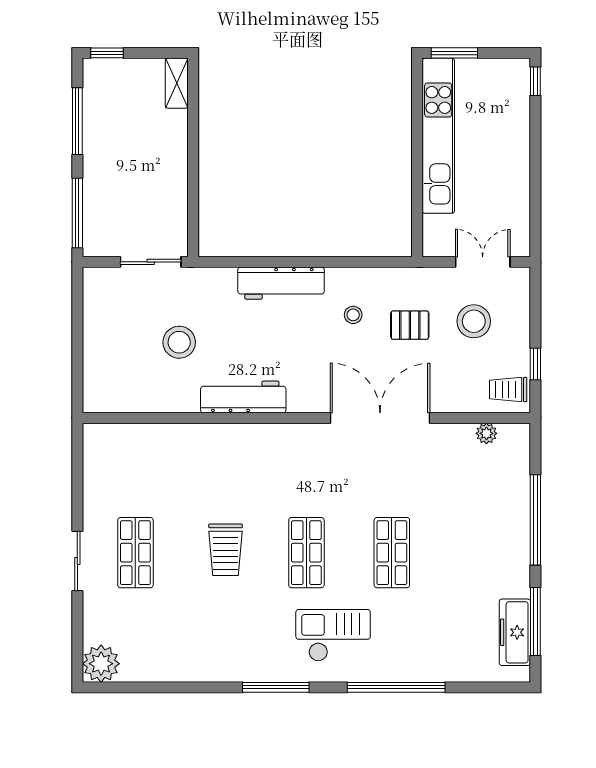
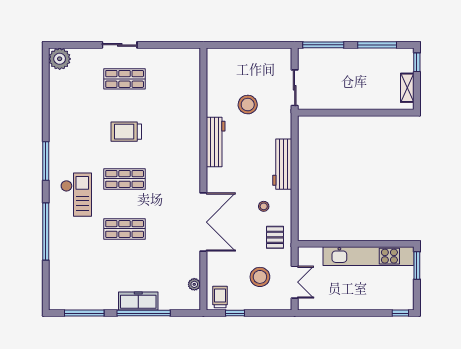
shelving: (177, 83) -> (407, 88), moved, turned 90
pallet: (410, 325) -> (275, 237), moved
freezer: (515, 632) -> (138, 301), moved

